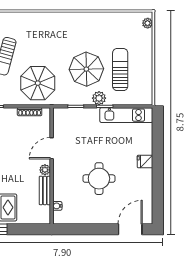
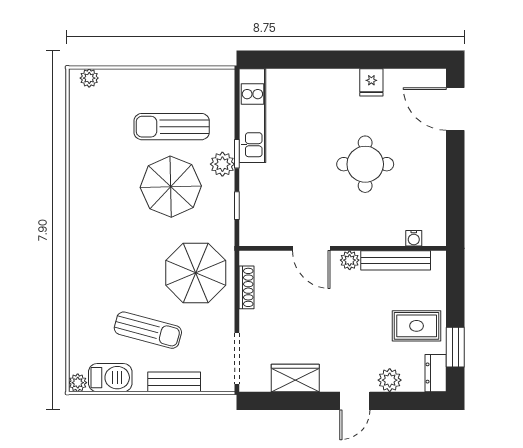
fridge: (145, 161) -> (371, 82), moved
bench: (45, 190) -> (396, 260), width x1.36

